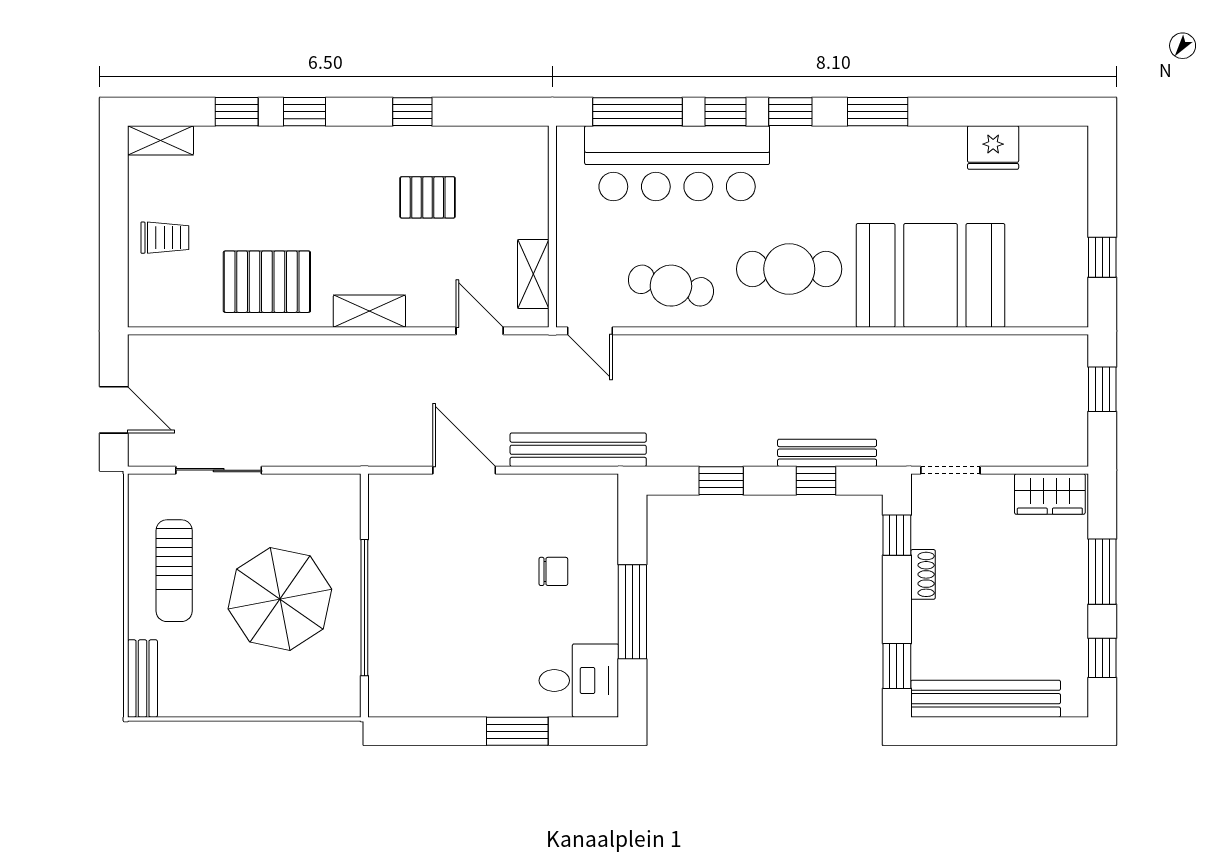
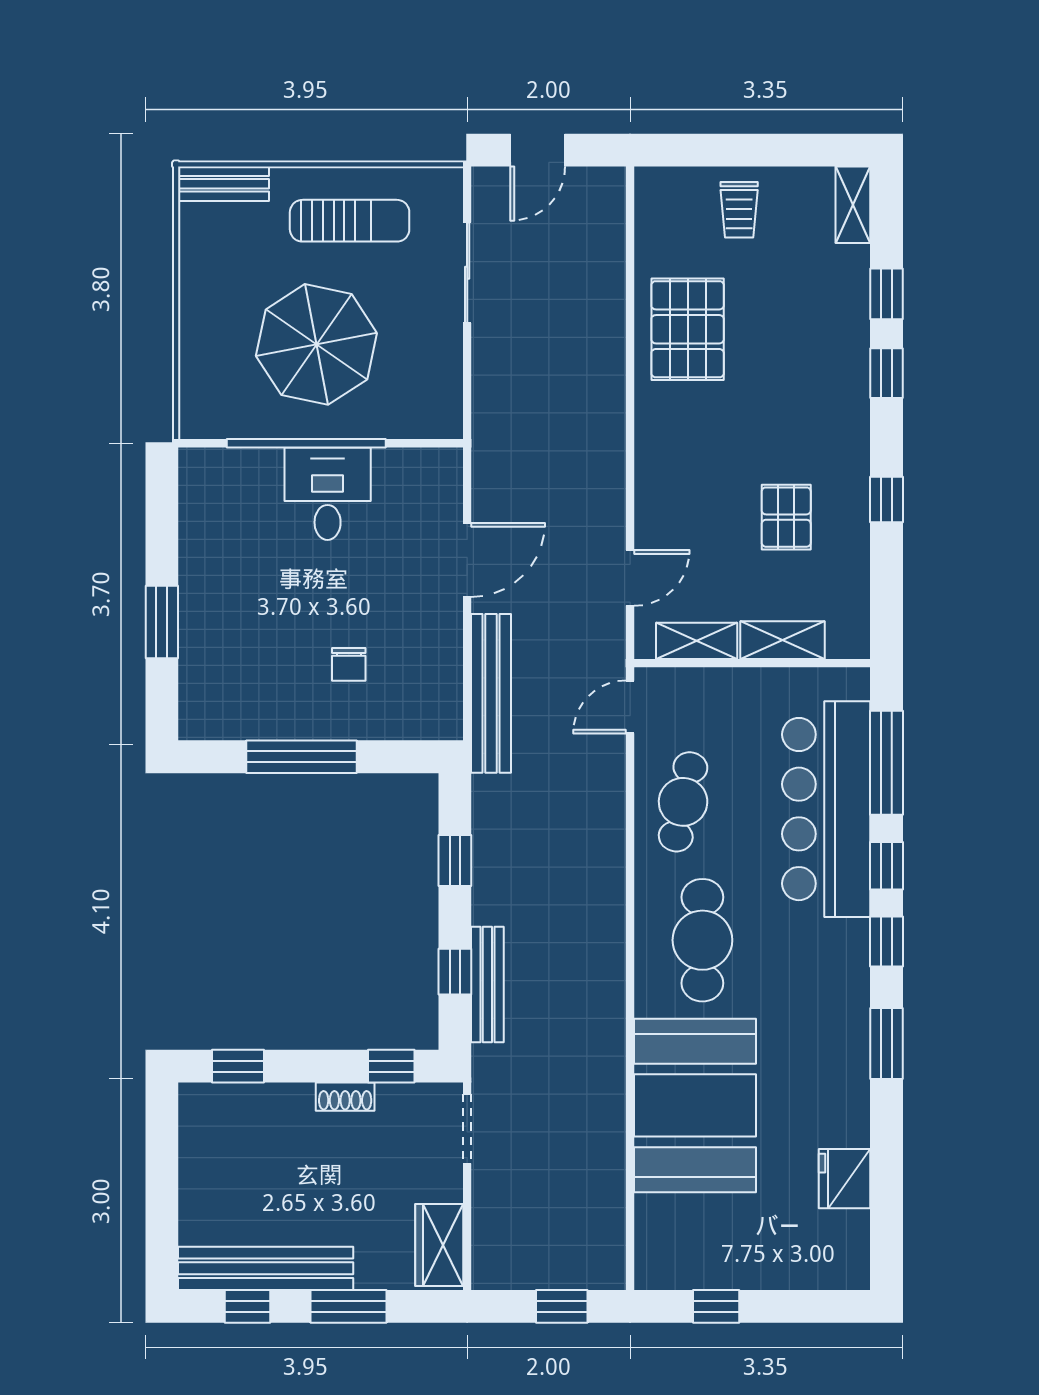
shelving: (369, 311) -> (783, 640), moved, turned 90
sun lounger: (174, 571) -> (350, 221), turned 180
desk: (579, 681) -> (328, 494), moved, turned 180
bench: (986, 699) -> (266, 1268), moved, turned 90

